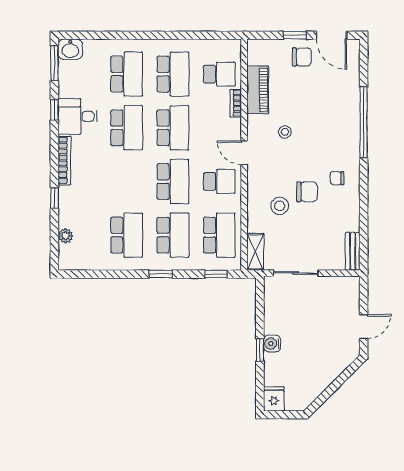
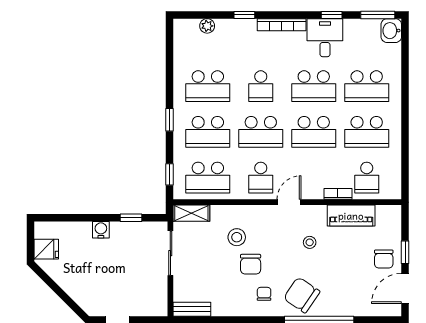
chair: (338, 140) -> (302, 295), added
school desk: (127, 181) -> (261, 86), added
window: (260, 350) -> (131, 218), moved
fridge: (274, 399) -> (46, 249), moved

